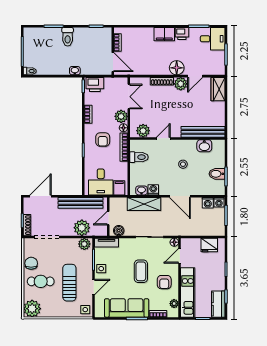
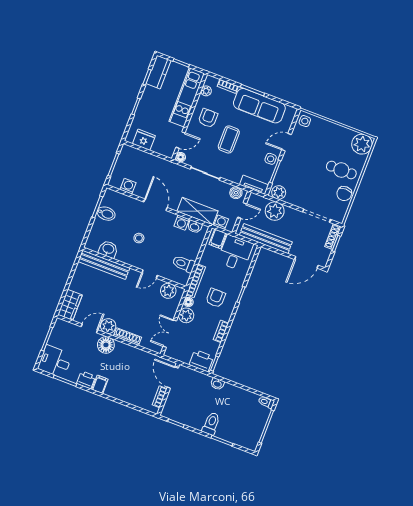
filing cabinet: (164, 34) -> (100, 384), width x0.50
washing machine: (219, 202) -> (221, 222), moved
sun lounger: (69, 283) -> (311, 157), removed

